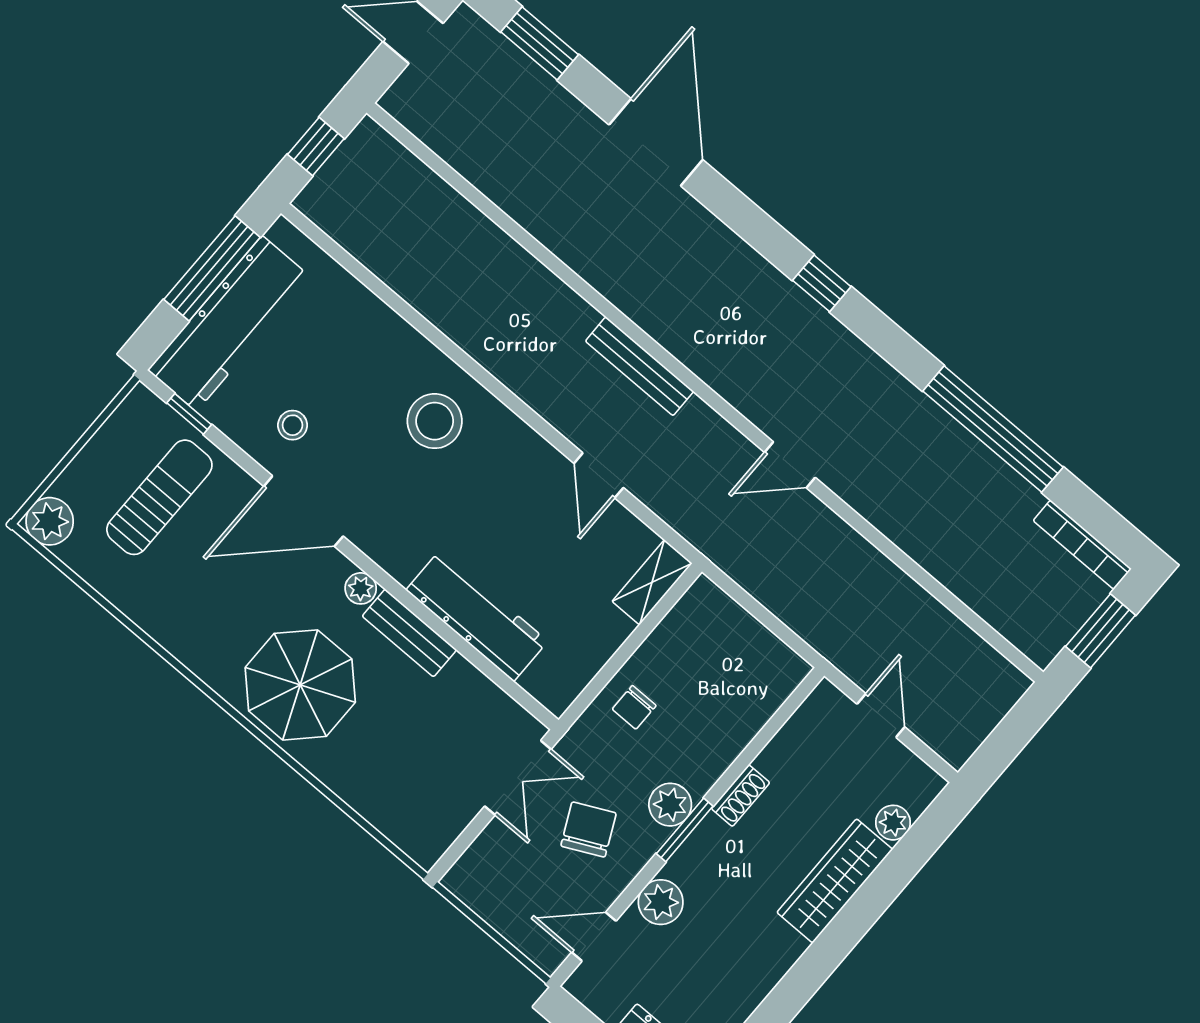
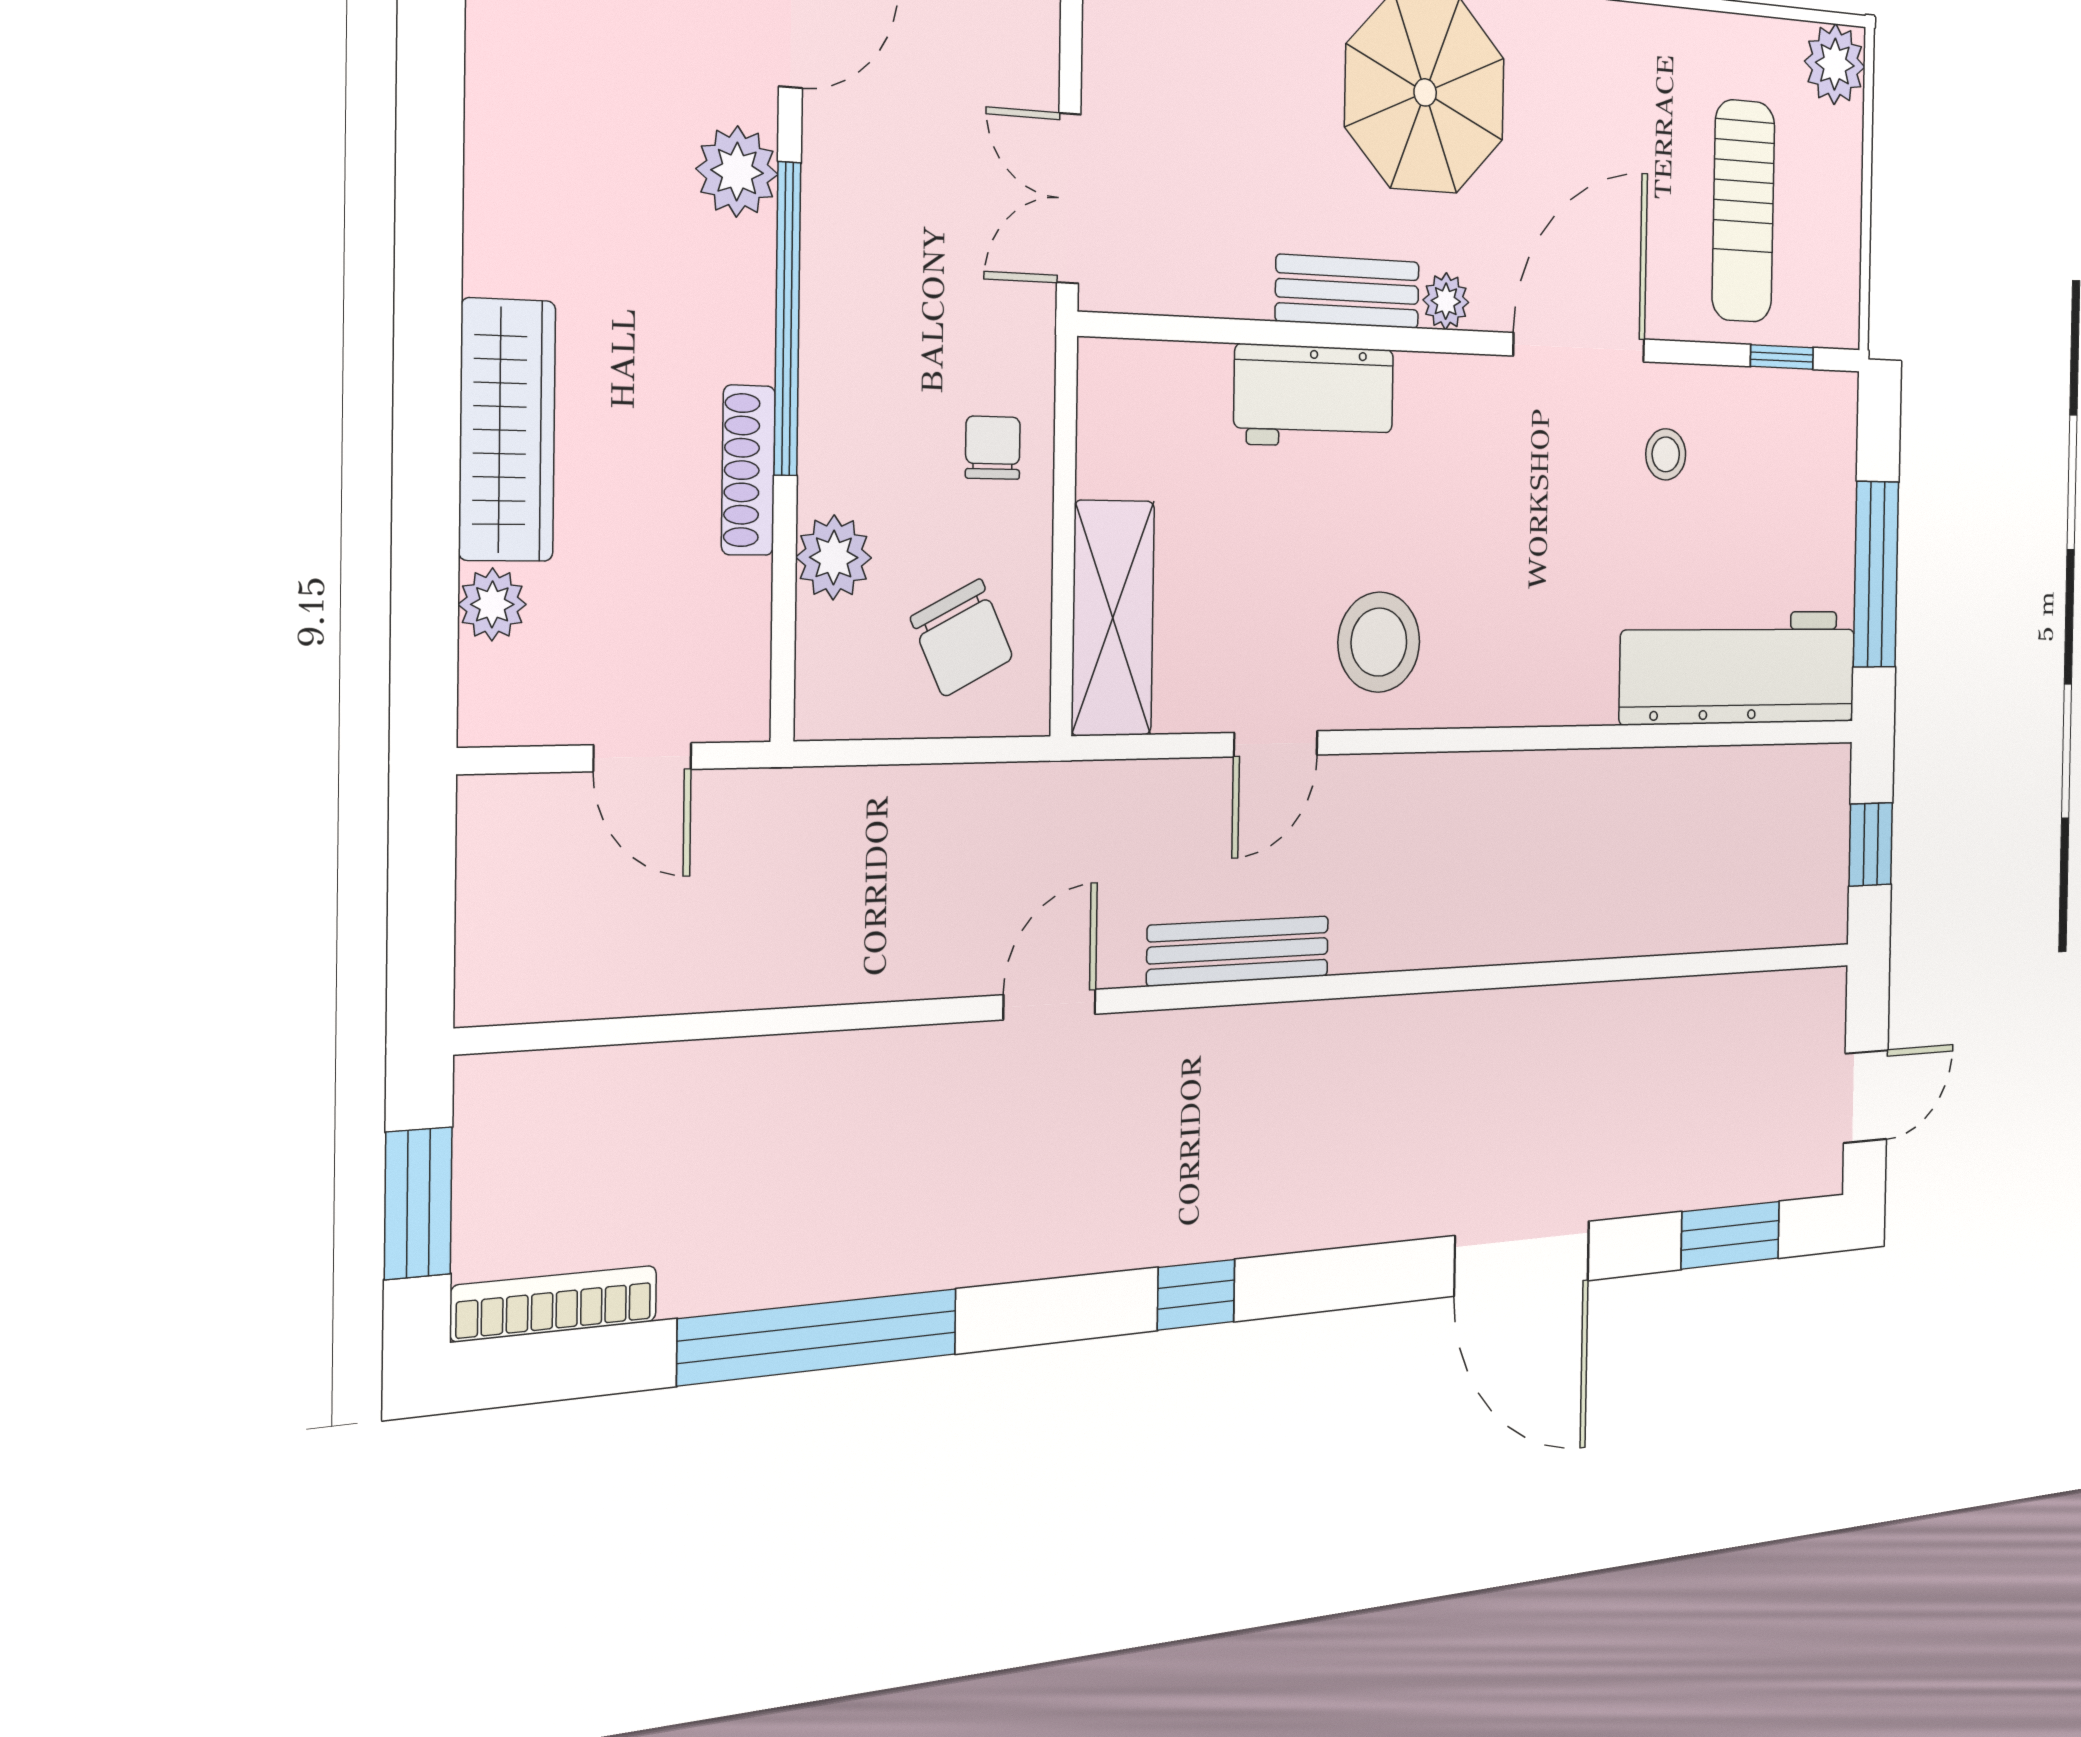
workbench: (229, 324) -> (1739, 667), moved, turned 90
bench: (640, 366) -> (1238, 951), moved
stool: (435, 421) -> (1379, 642), moved
door: (599, 475) -> (1276, 744), swing flipped
shelving: (652, 582) -> (1113, 618), width x1.50, depth x1.33
workbench: (477, 616) -> (1314, 396), width x0.73
shoe rack: (741, 796) -> (748, 470), width x1.43
plant: (670, 805) -> (834, 557), moved
chair: (588, 829) -> (962, 638), moved
window: (685, 830) -> (787, 319), width x2.11

